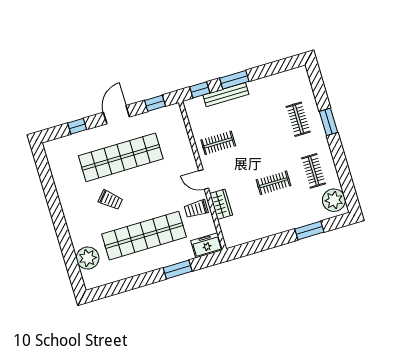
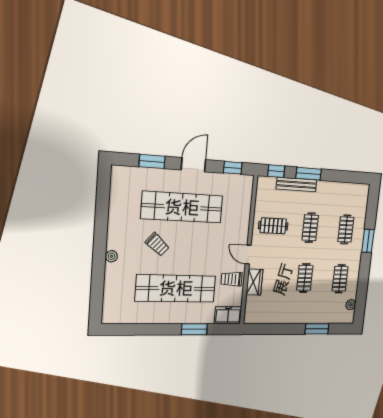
window: (77, 126) -> (152, 161), width x1.50
clothes rail: (258, 131) -> (310, 228), added
clothes rail: (273, 183) -> (305, 278), turned 90
plant: (334, 200) -> (351, 305), width x0.53, depth x0.53
plant: (88, 258) -> (112, 256), moved, width x0.53, depth x0.53

